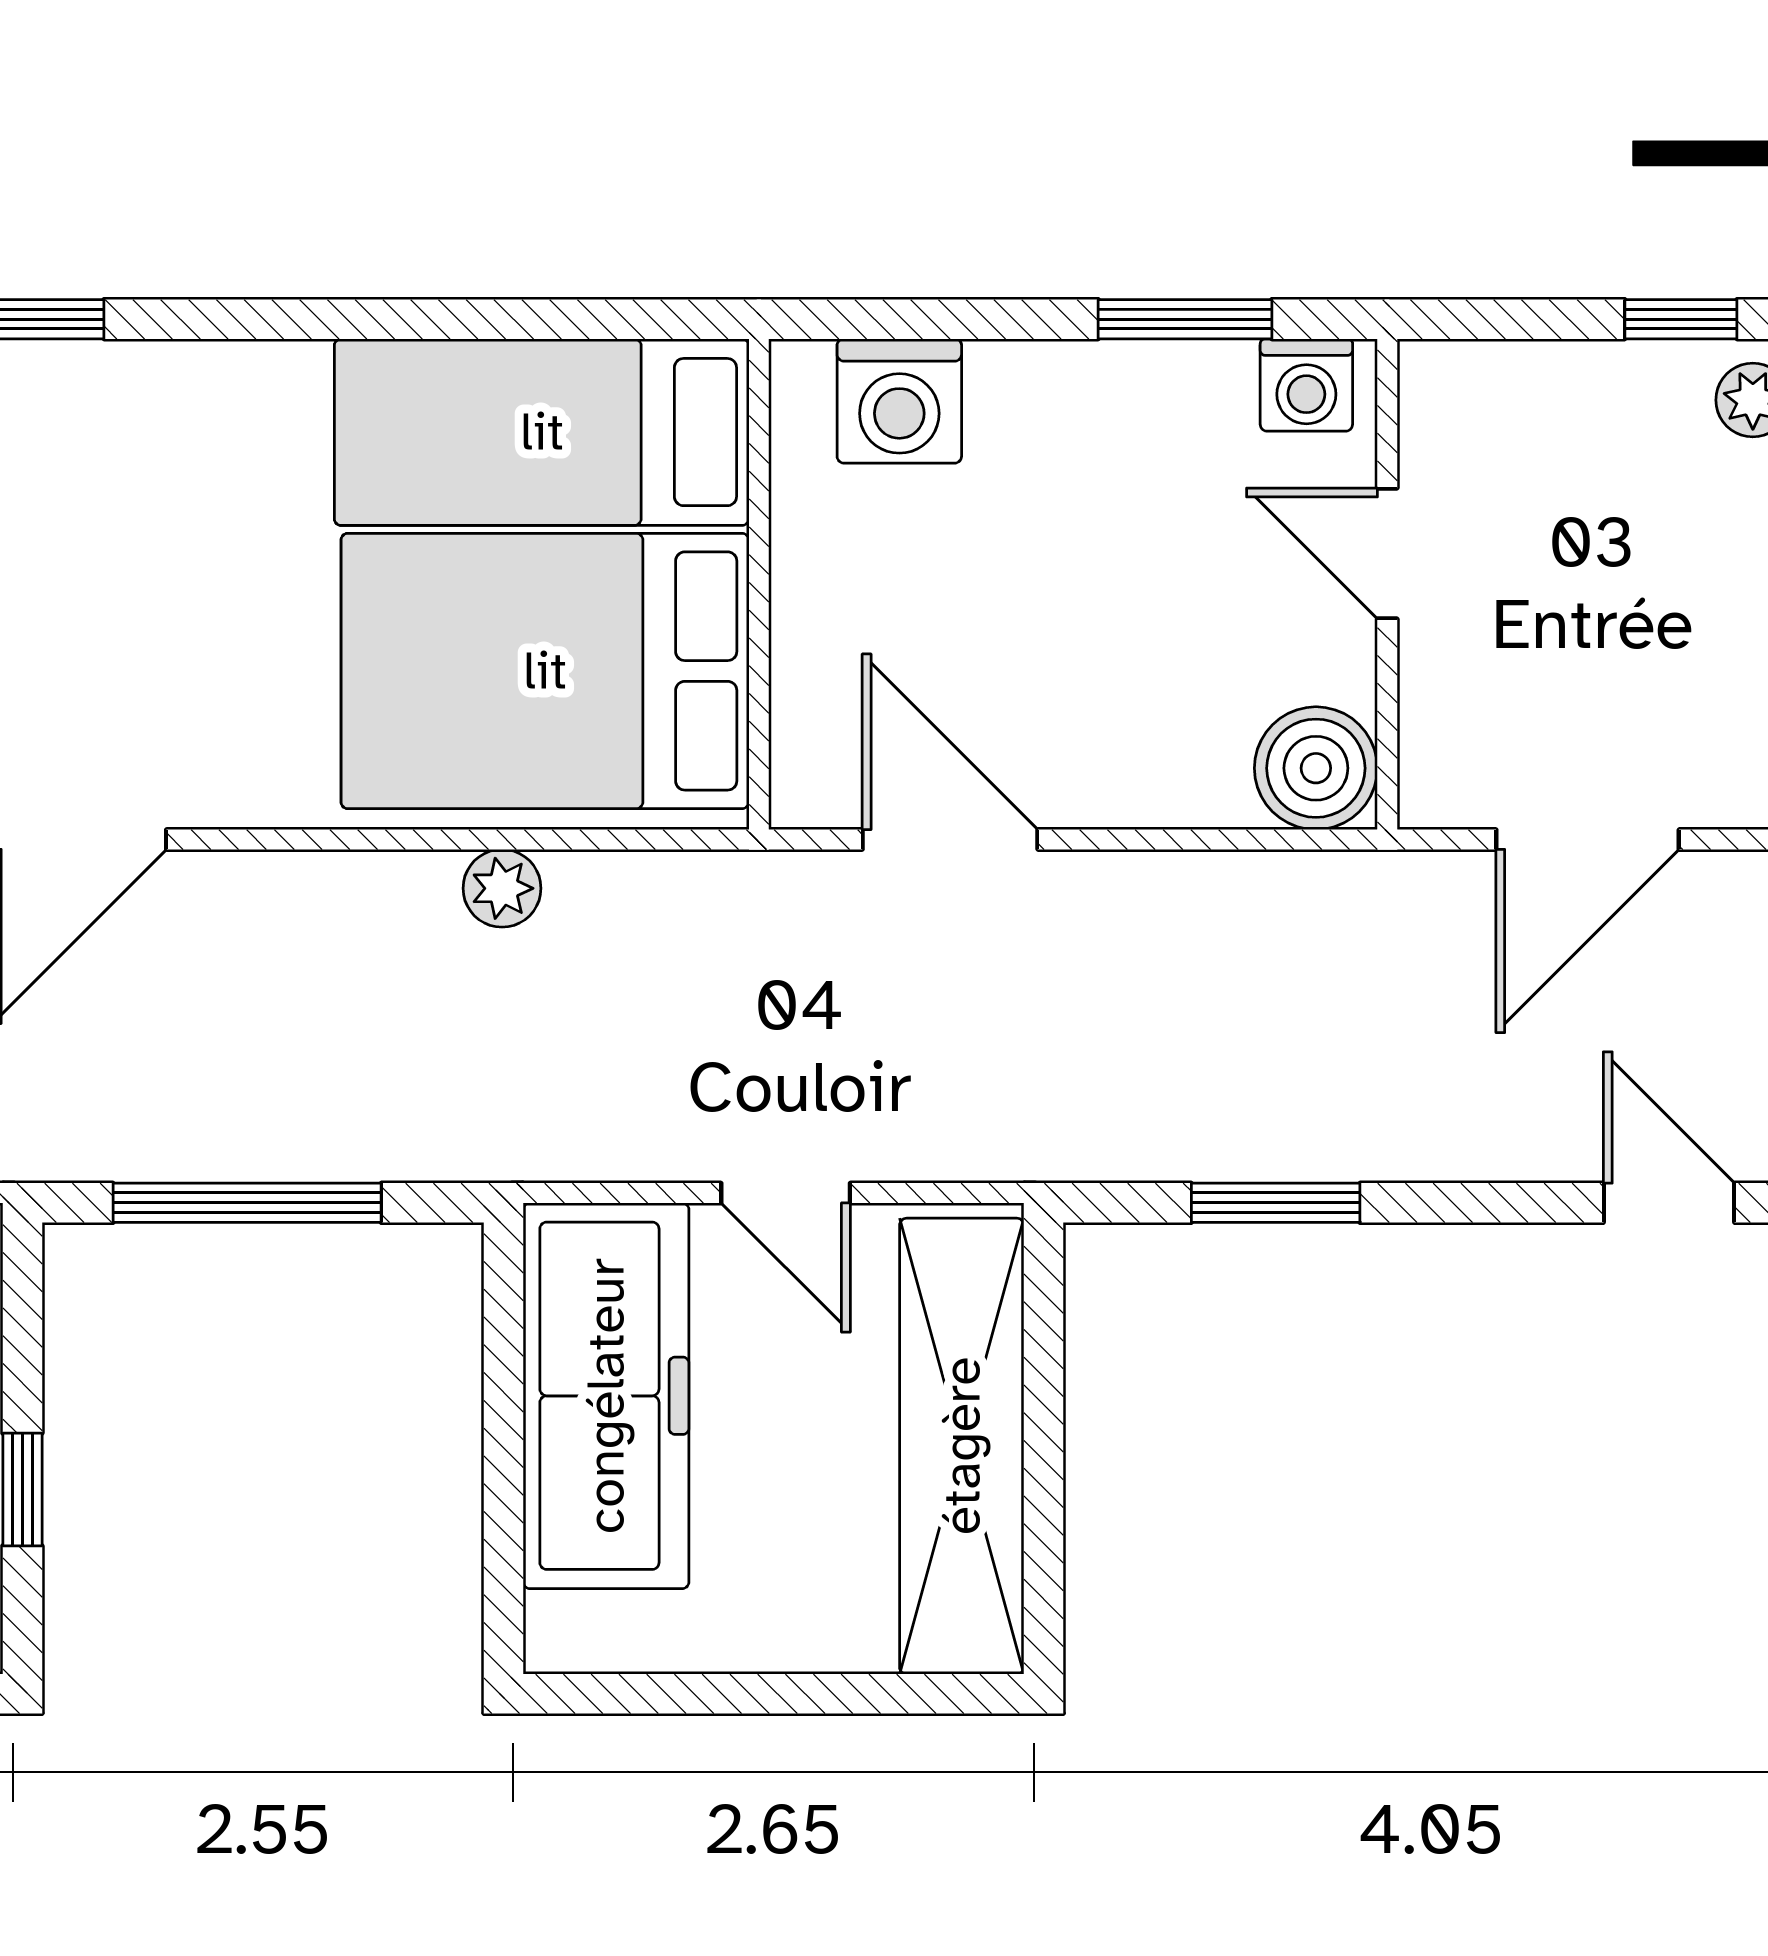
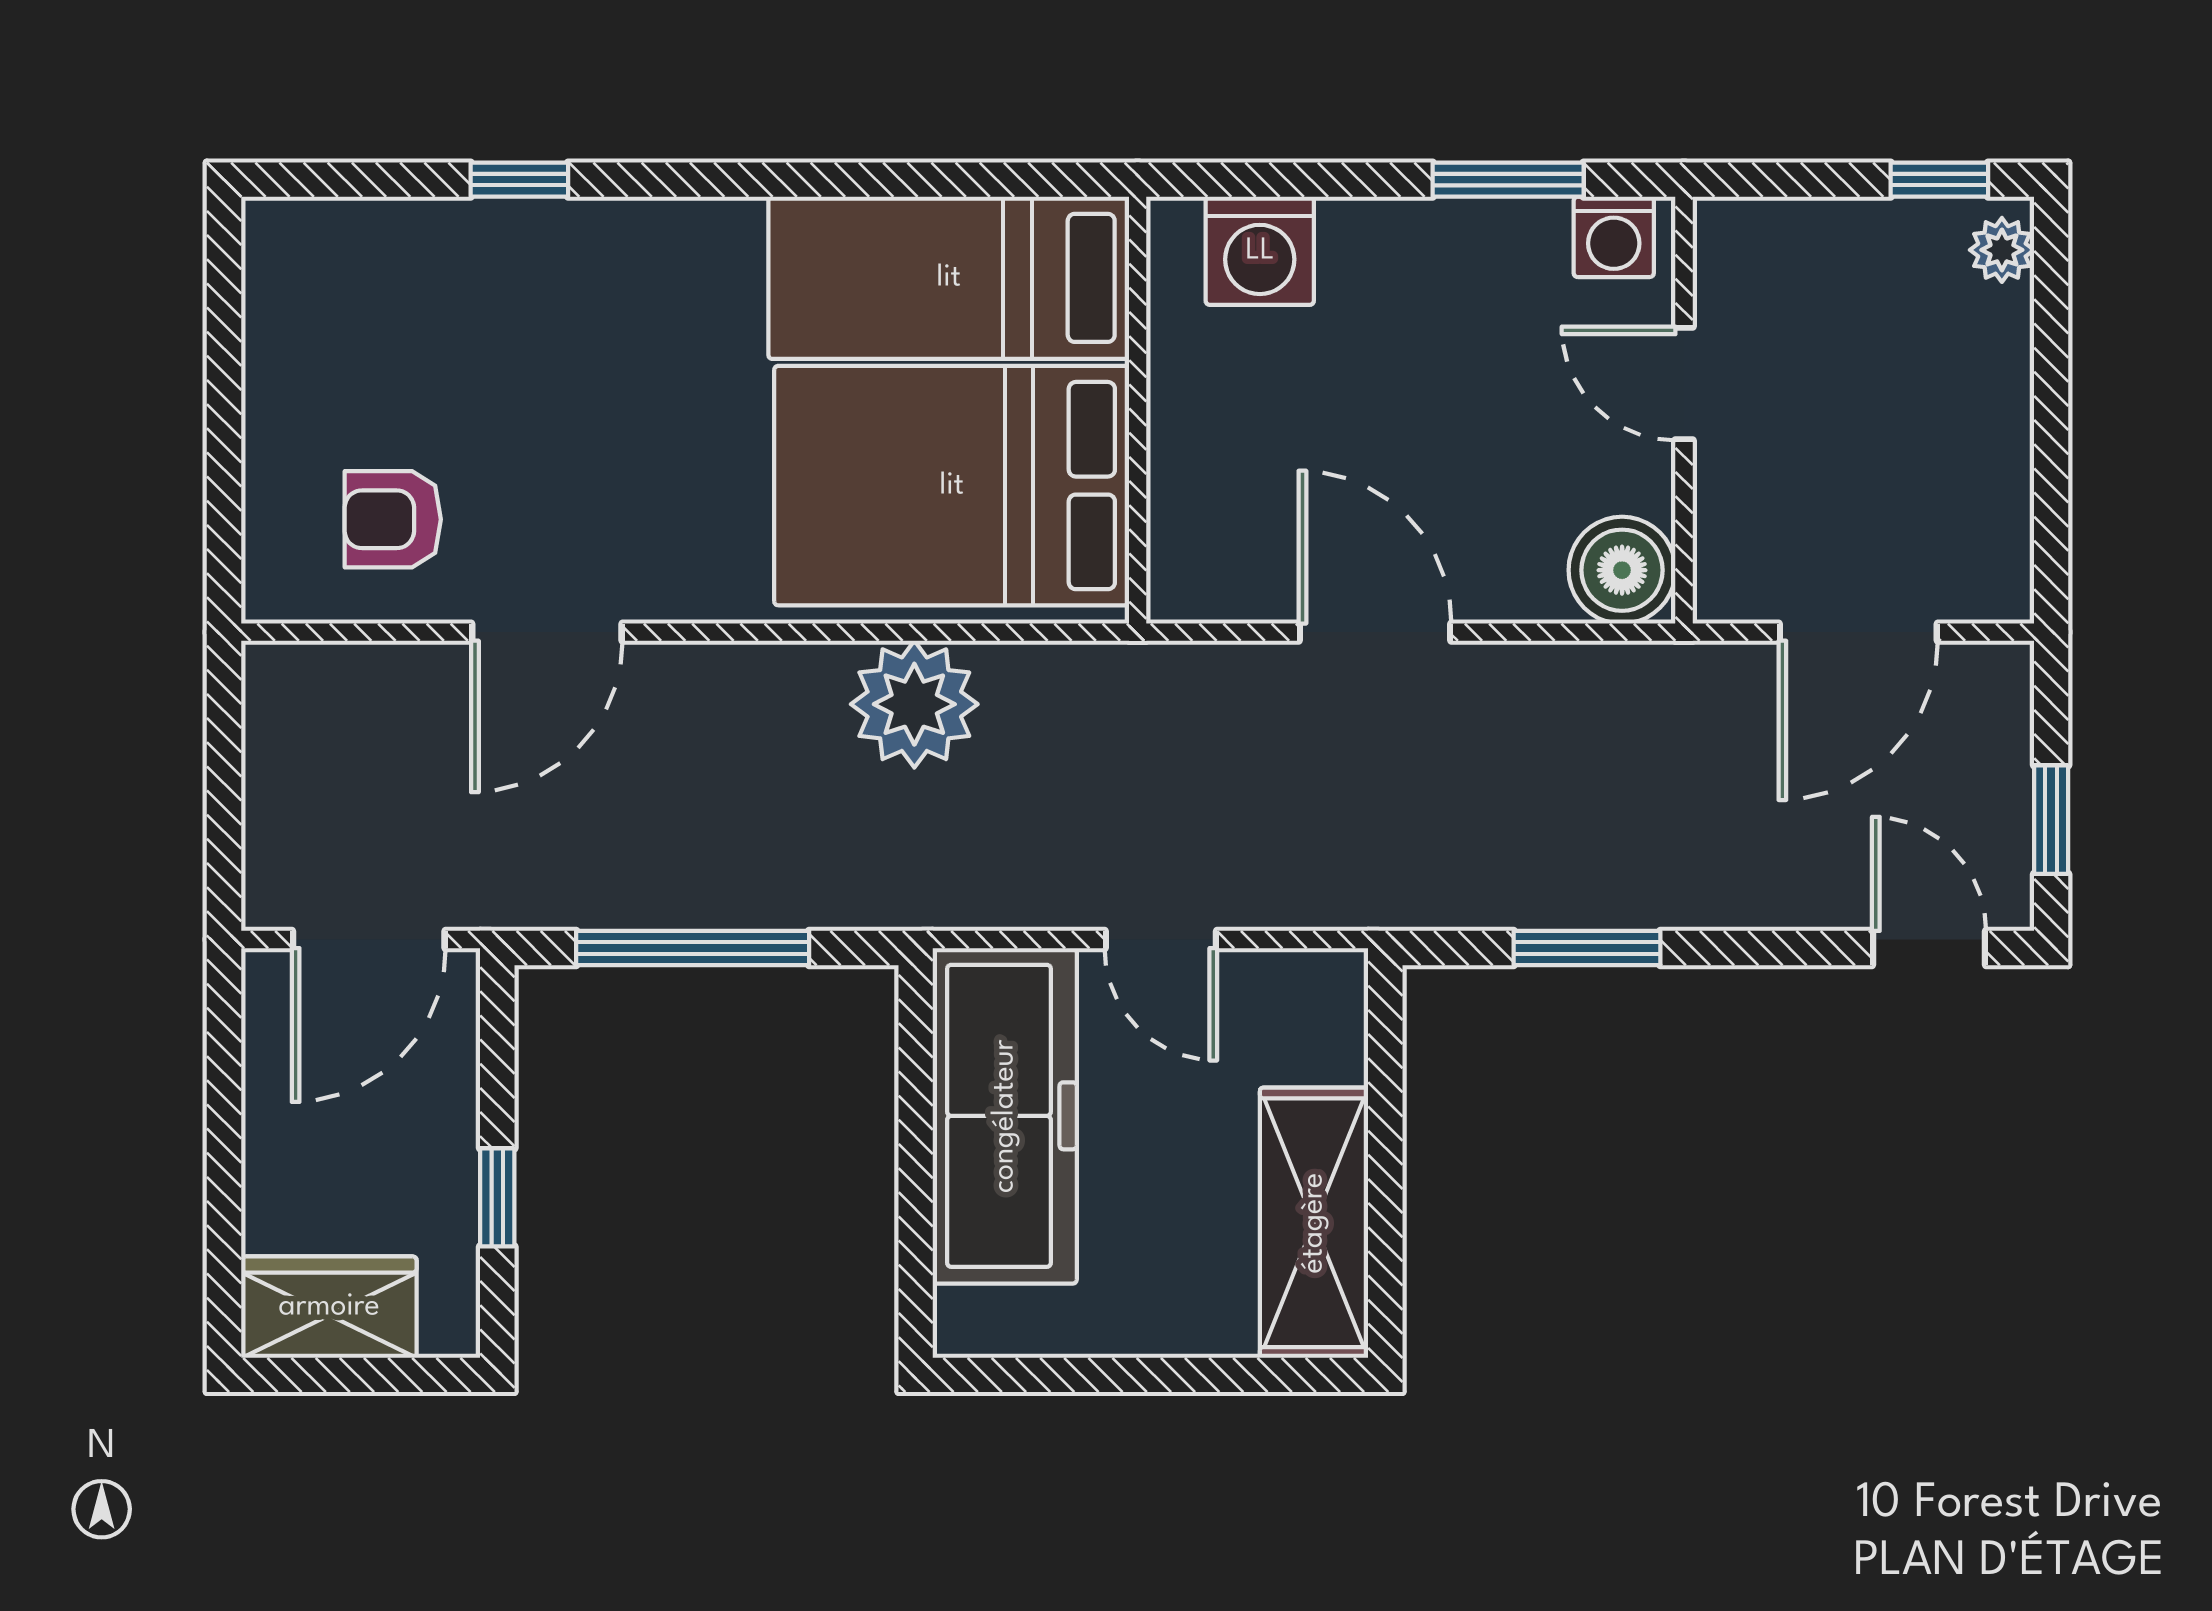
door: (950, 840) -> (1375, 632), moved
plant: (502, 888) -> (914, 704), width x1.88, depth x1.88
shelving: (962, 1446) -> (1314, 1223), width x0.68

